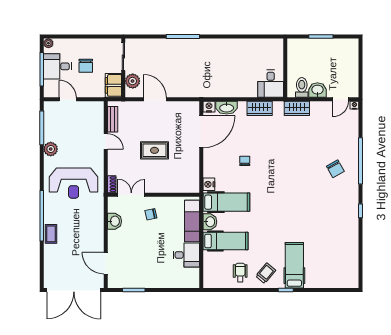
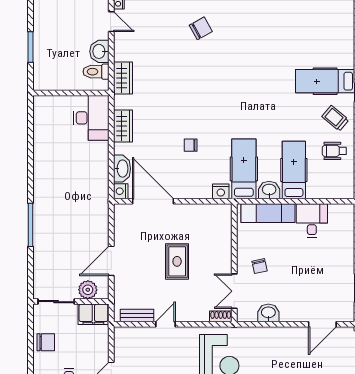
chair: (86, 66) -> (46, 342), moved
desk: (271, 84) -> (91, 118), width x1.37

